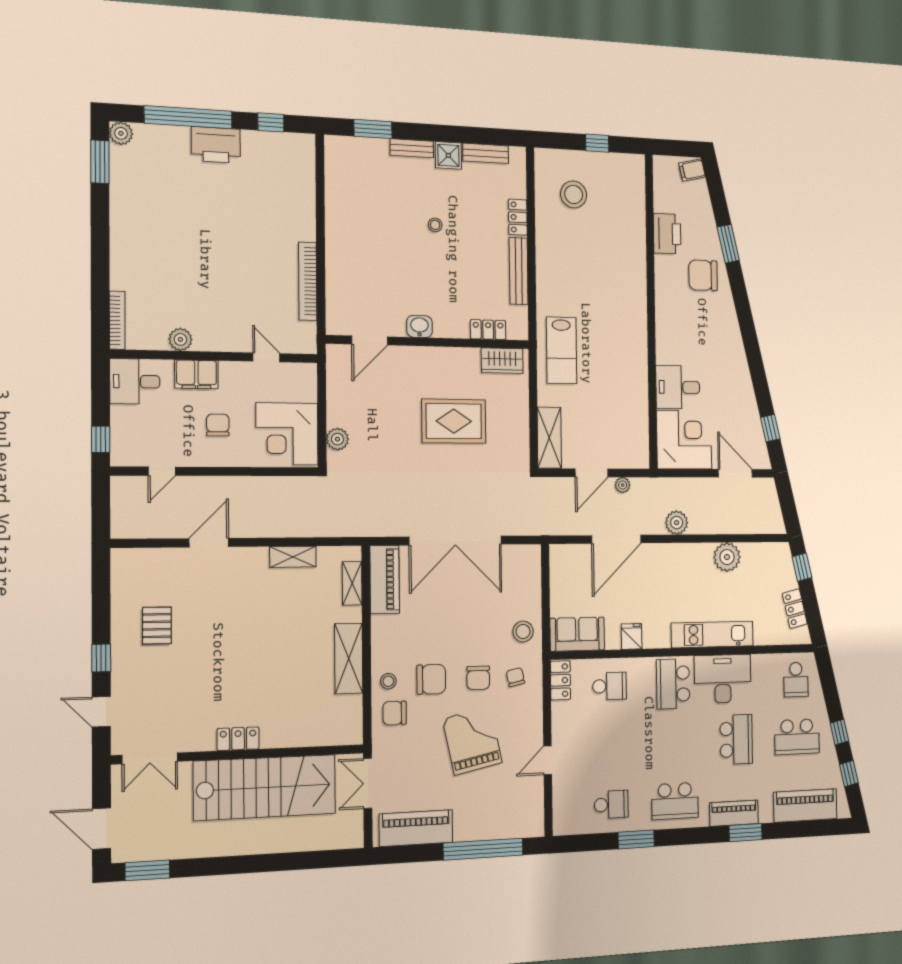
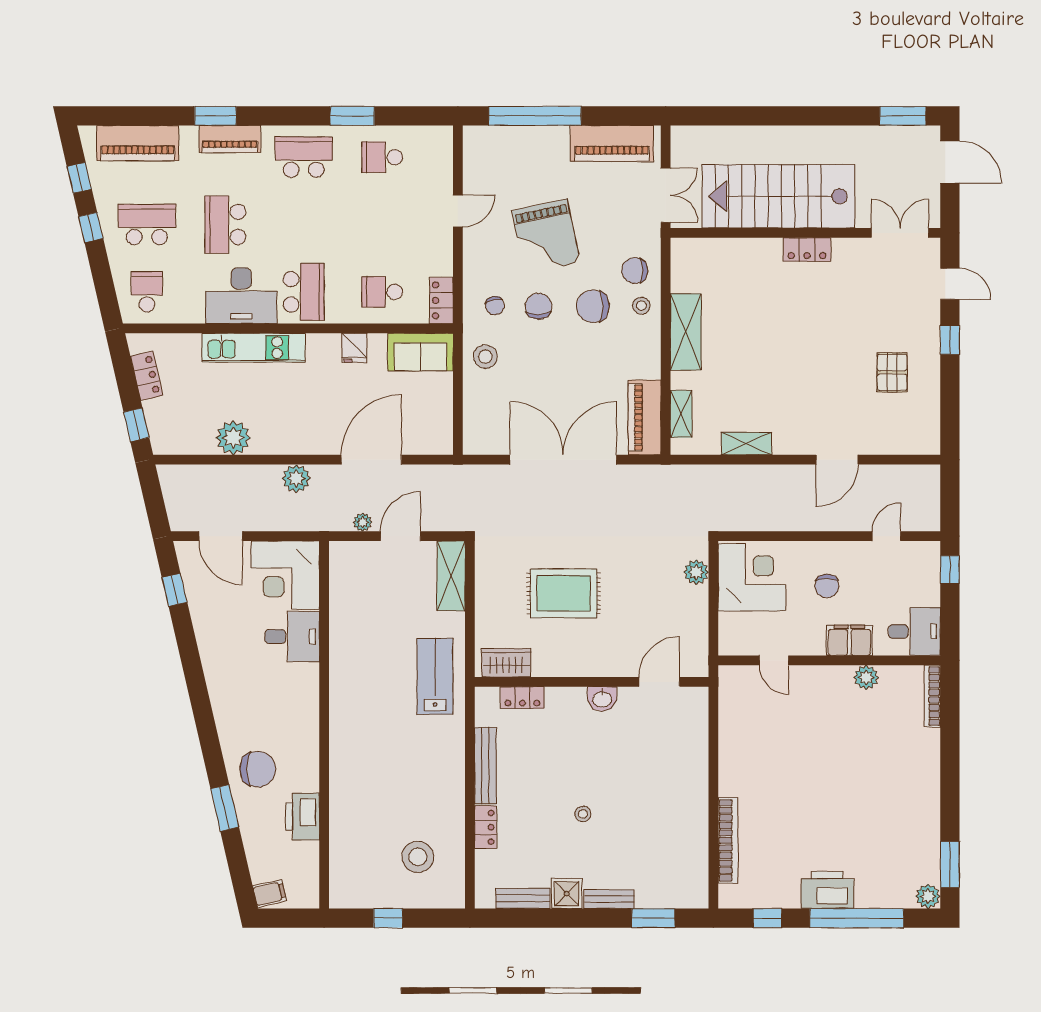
bookcase: (308, 281) -> (728, 840), moved
chair: (395, 713) -> (635, 271), turned 180

